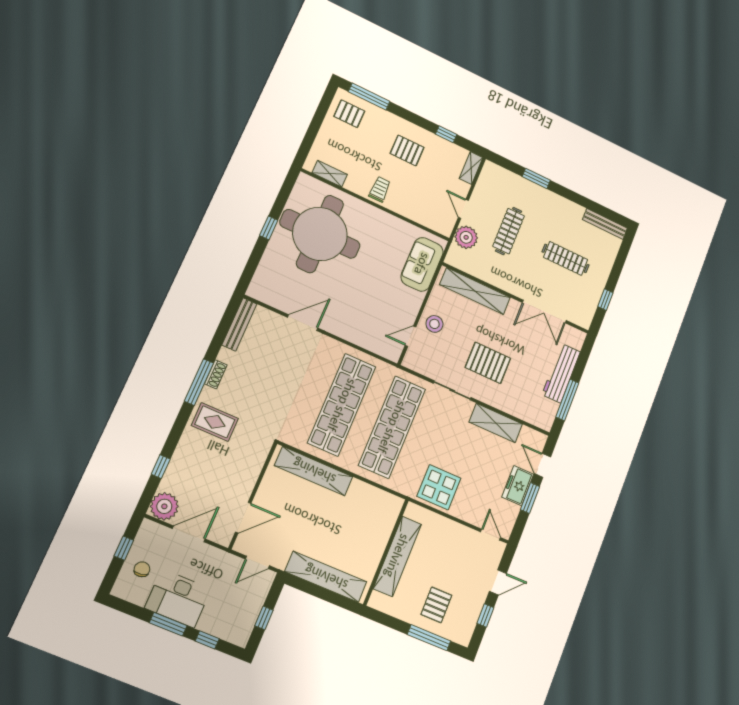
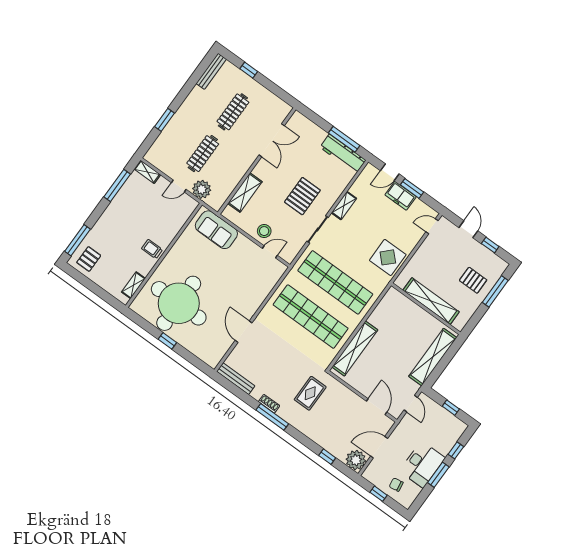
window: (446, 134) -> (117, 185), width x2.17
pallet: (407, 150) -> (125, 220), removed
clothes rail: (509, 231) -> (203, 154), turned 90
shelving: (475, 291) -> (245, 193), width x0.68
window: (605, 300) -> (249, 70), moved
door: (411, 336) -> (270, 252), swing flipped
workbench: (561, 373) -> (343, 154), moved
rug: (215, 422) -> (310, 393), moved
shelving: (496, 423) -> (344, 206), width x0.67, depth x0.75
door: (189, 534) -> (379, 447), hinge flipped

